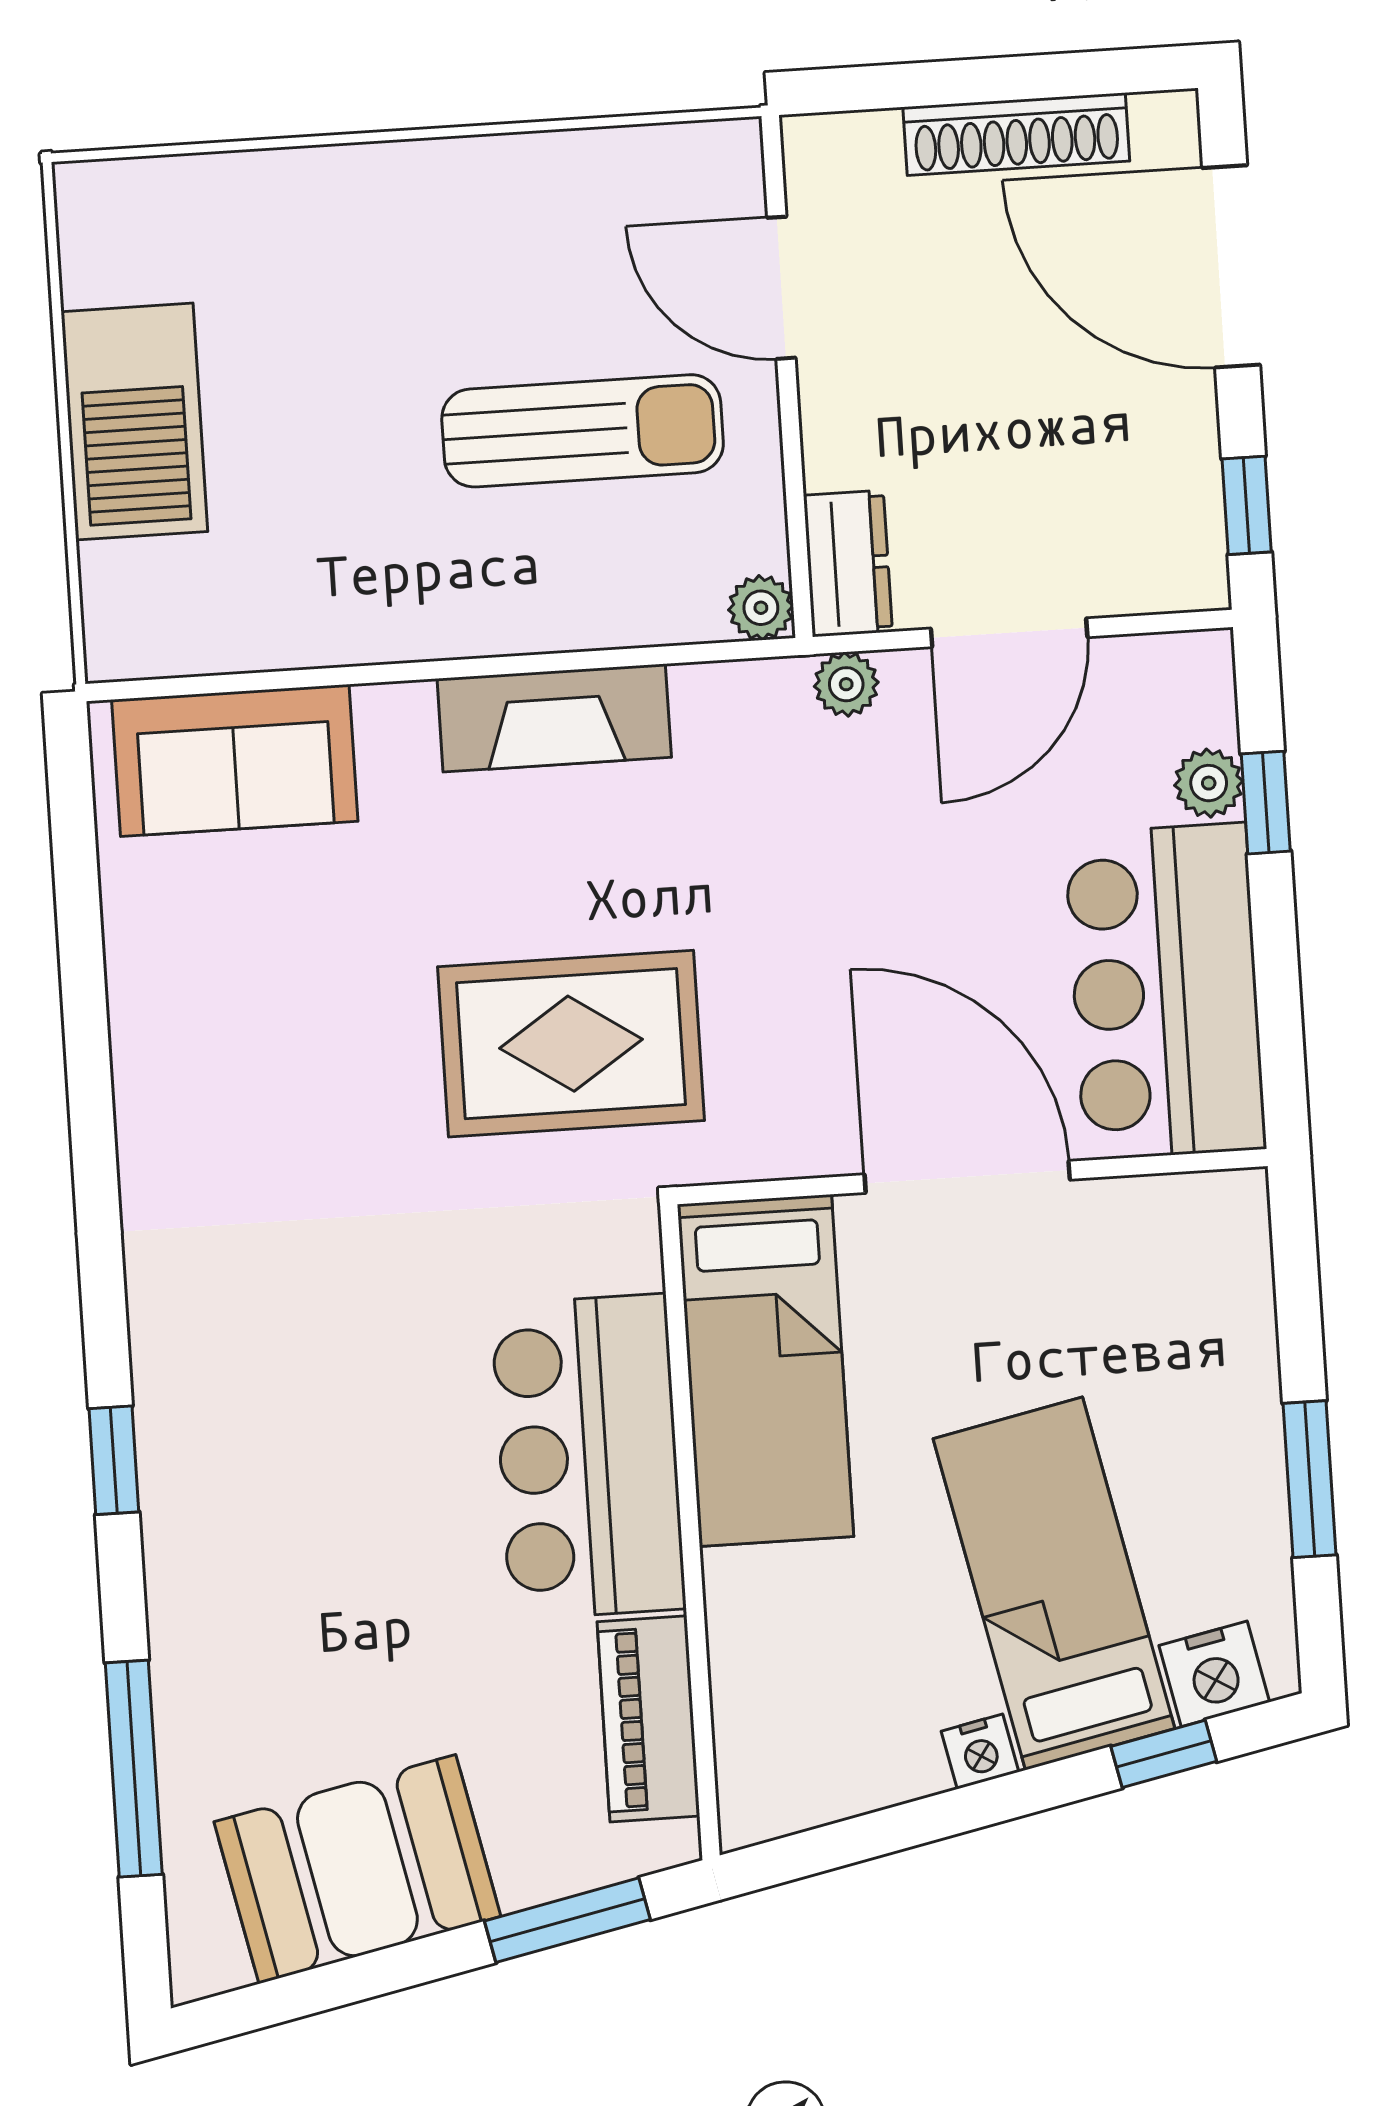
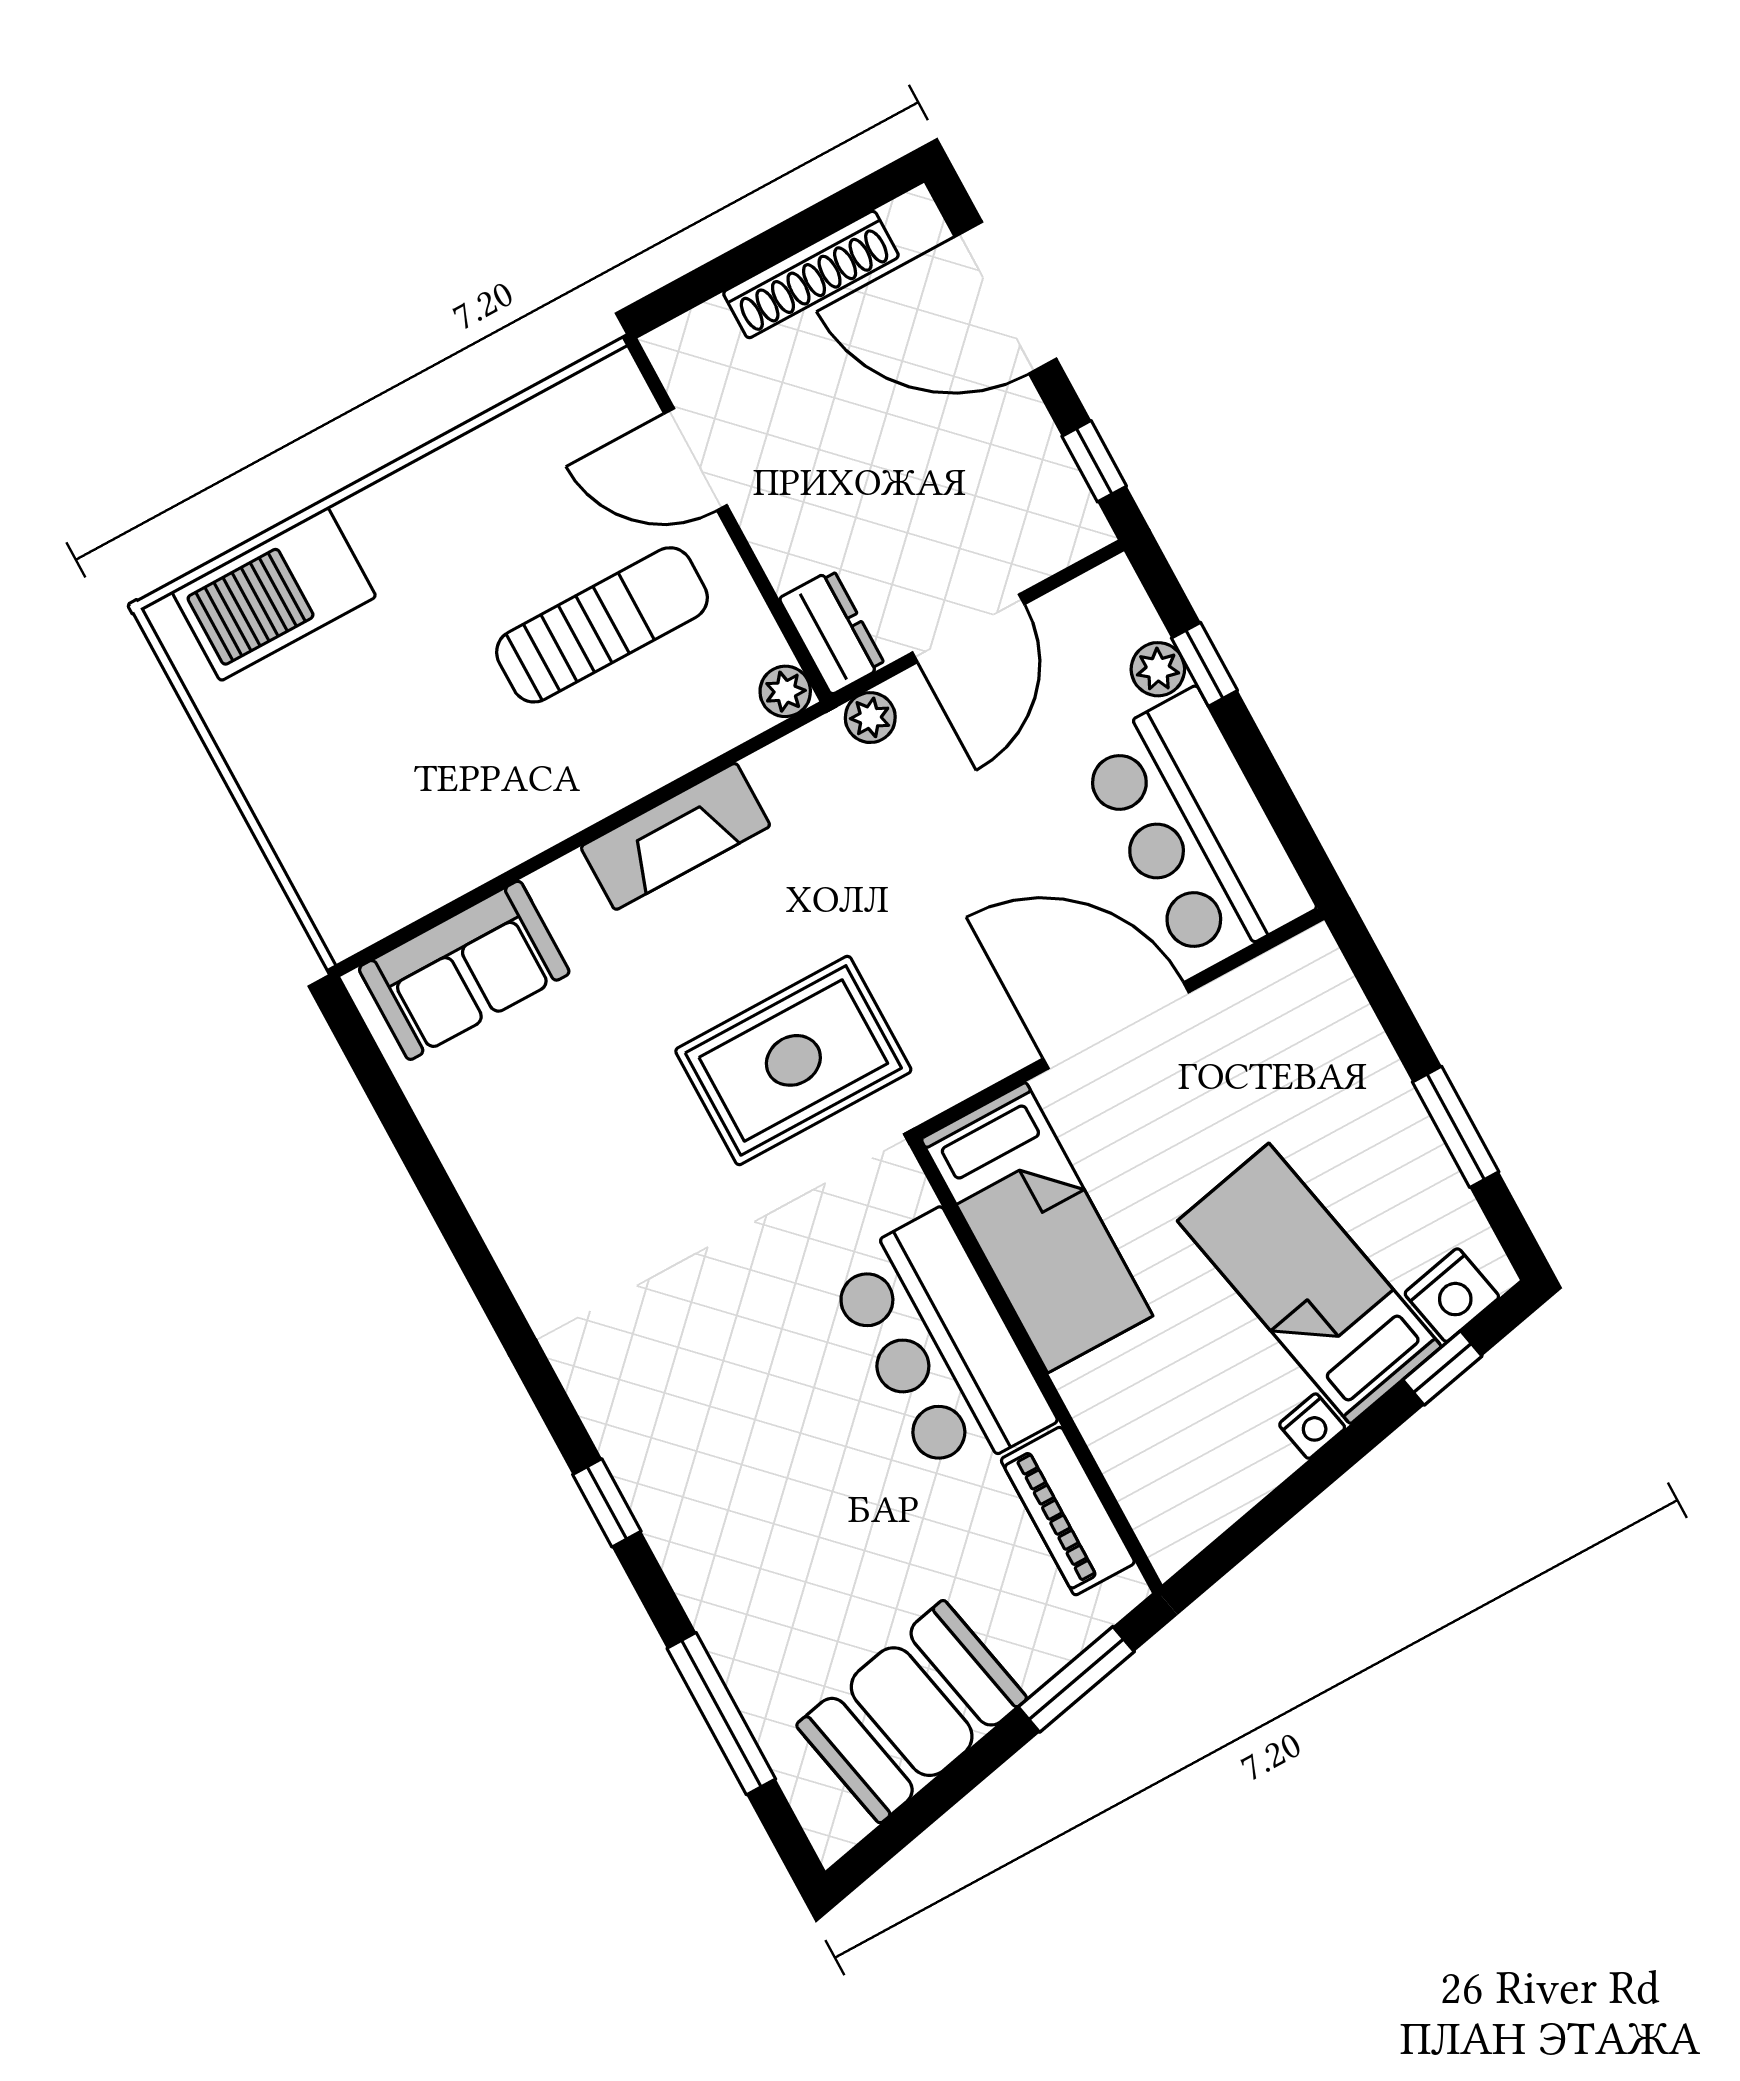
barbecue: (134, 422) -> (274, 594), moved, turned 90

